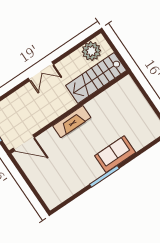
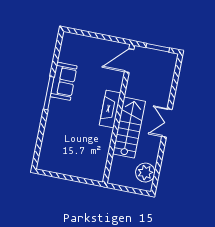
stairs: (96, 78) -> (129, 128), moved
sofa: (115, 154) -> (64, 81), moved

